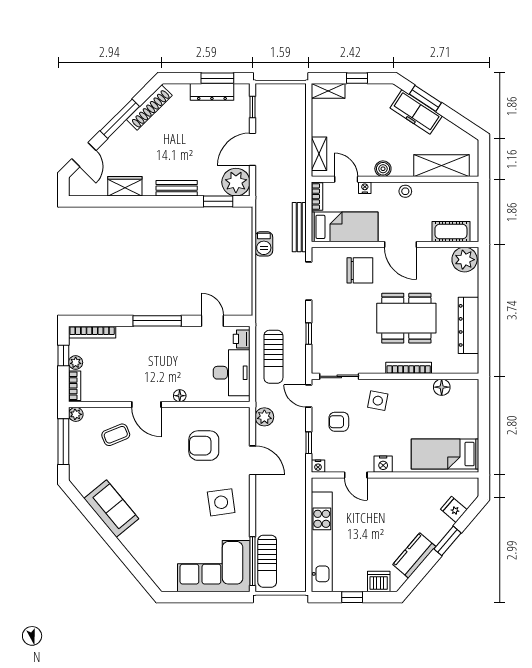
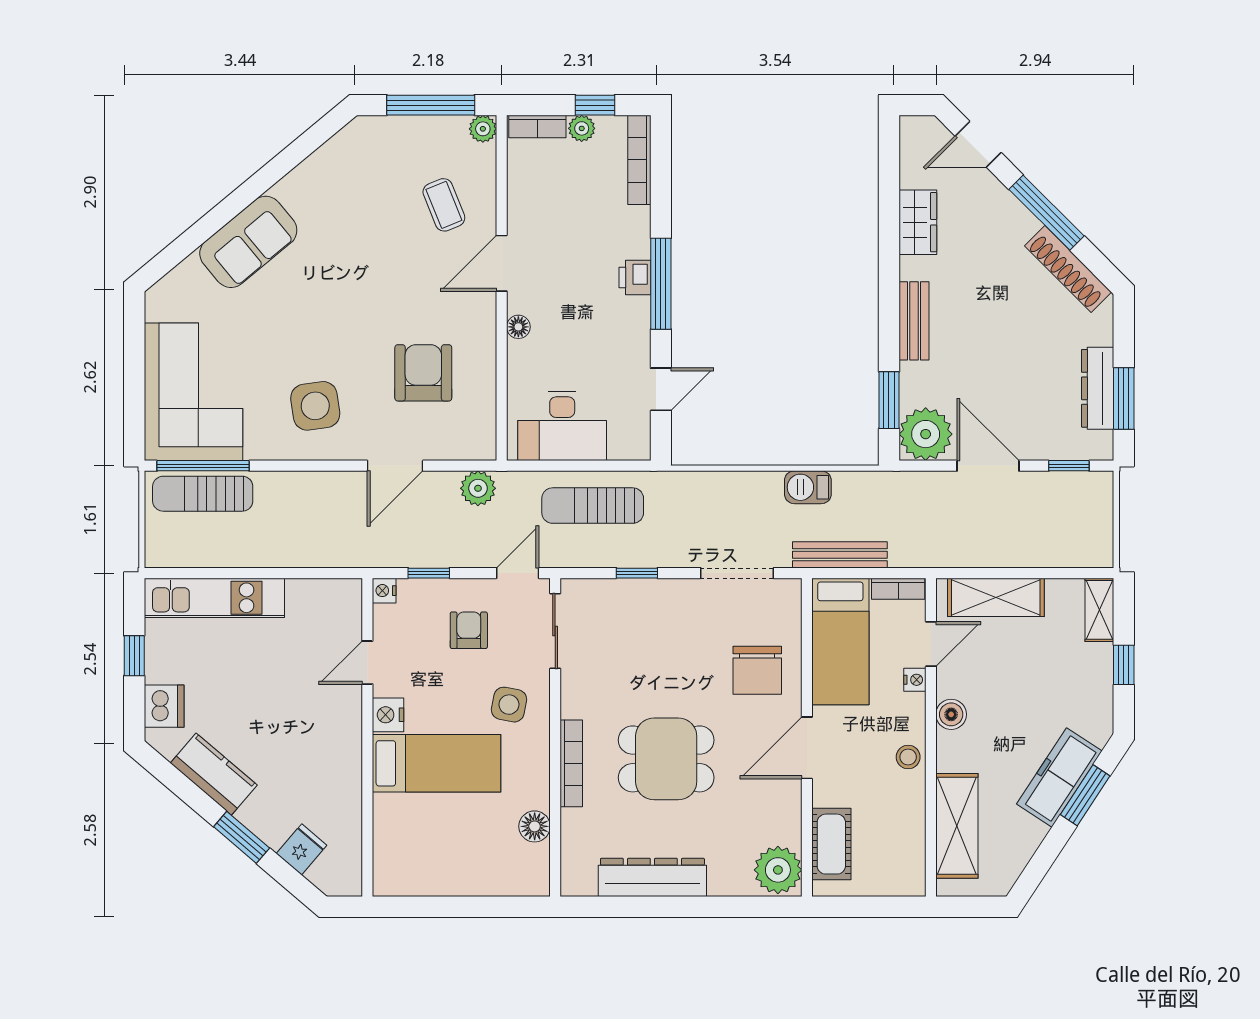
shelving: (319, 154) -> (996, 597), width x1.50, depth x1.33
dining table: (406, 318) -> (666, 759), width x0.73
printer: (242, 339) -> (635, 277), moved, turned -90
bed: (445, 454) -> (436, 763), moved, turned 90
sofa: (111, 509) -> (248, 242), moved
kitchen unit: (322, 542) -> (214, 598), width x0.73

